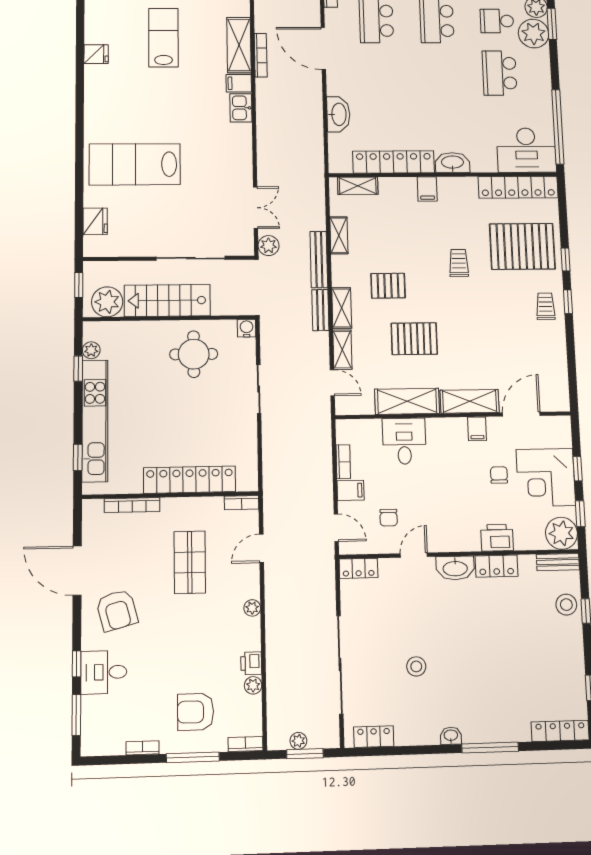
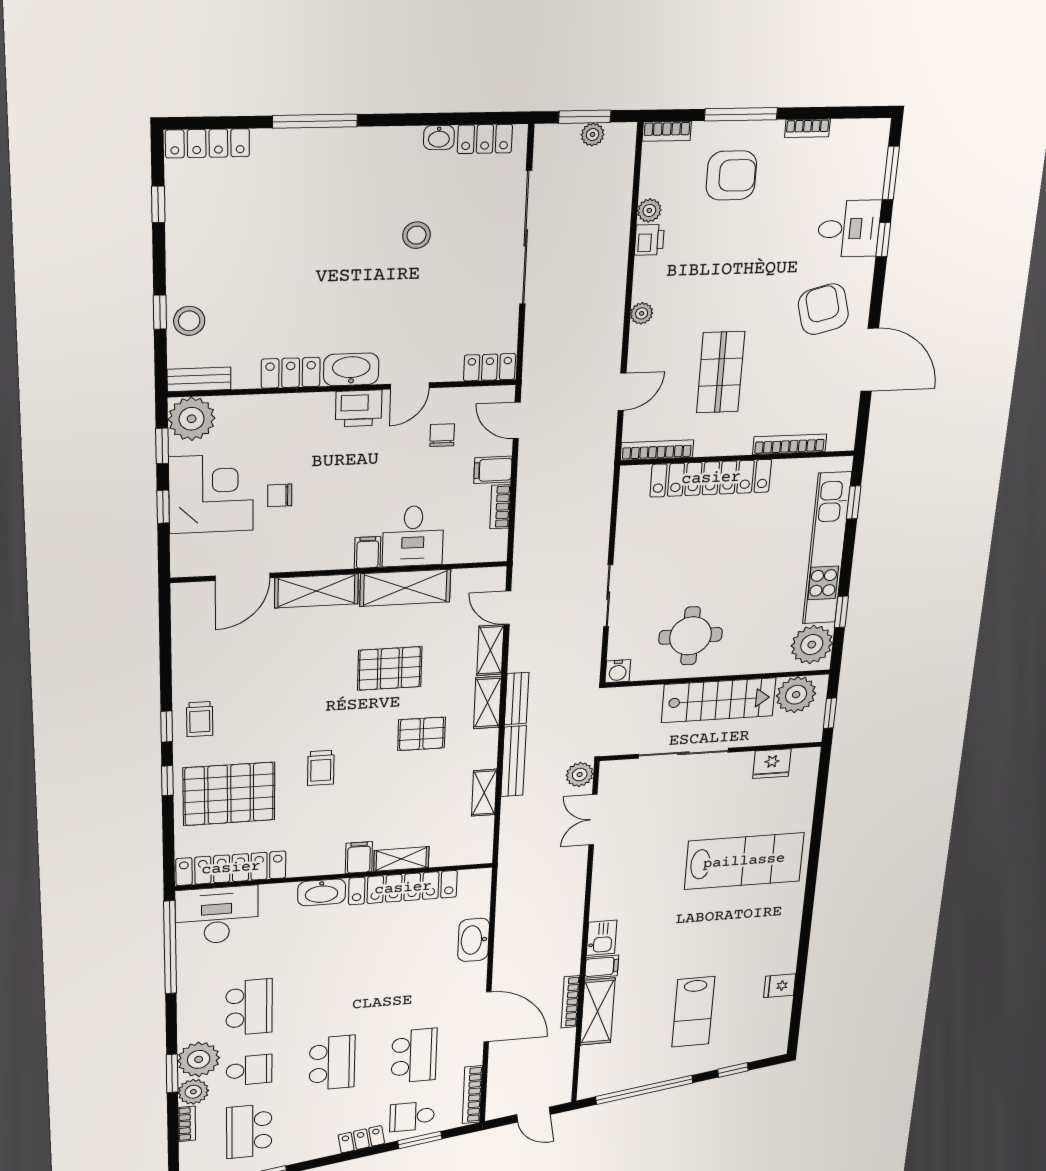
shelving: (358, 186) -> (401, 859), moved
fridge: (95, 221) -> (772, 764), moved, turned -90
plant: (91, 350) -> (812, 645), width x1.88, depth x1.88
filing cabinet: (477, 429) -> (368, 552), moved
chair: (499, 475) -> (280, 495), turned 90
bookcase: (242, 503) -> (657, 450), width x1.56
printer: (497, 538) -> (359, 408), moved
washbasin: (451, 736) -> (439, 137), moved

